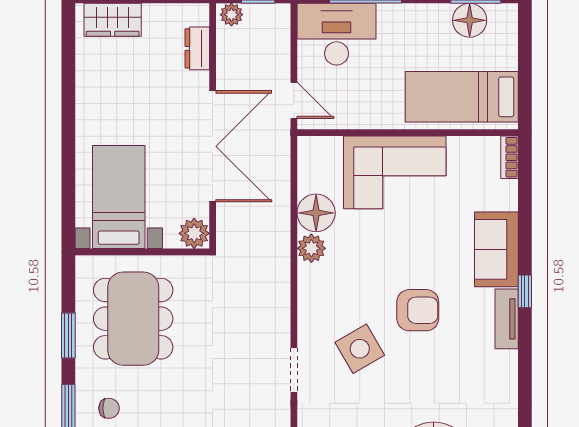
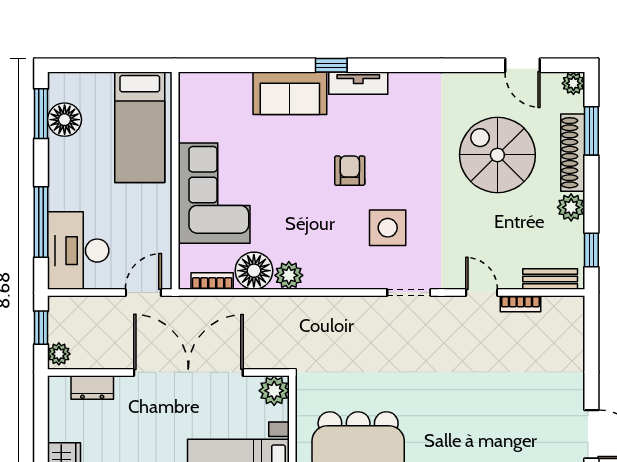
bookcase: (509, 157) -> (212, 281), moved, turned 180
armchair: (418, 310) -> (350, 171), width x0.72, depth x0.72
side table: (360, 349) -> (388, 228), turned 30

